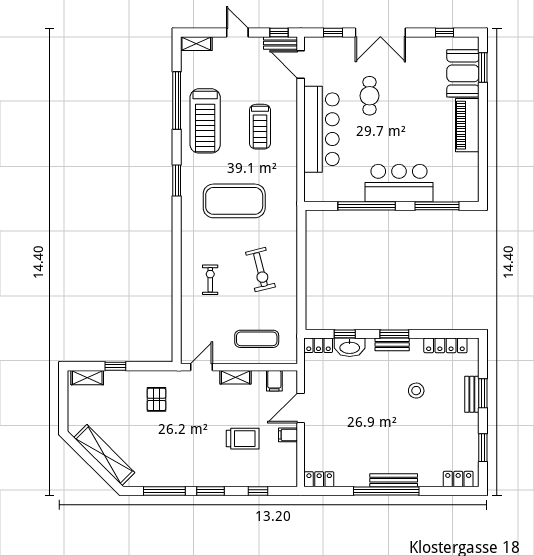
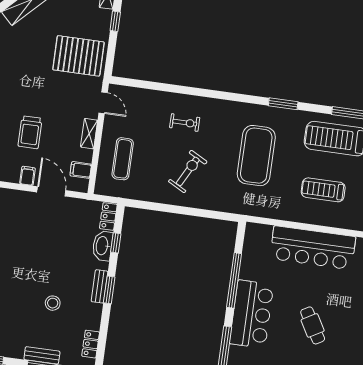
cafe table: (370, 96) -> (313, 325), moved, turned 60
exercise bike: (260, 270) -> (188, 171), turned 132
locker: (445, 345) -> (91, 344), width x0.66
pallet: (156, 399) -> (78, 56), width x2.05, depth x2.00

